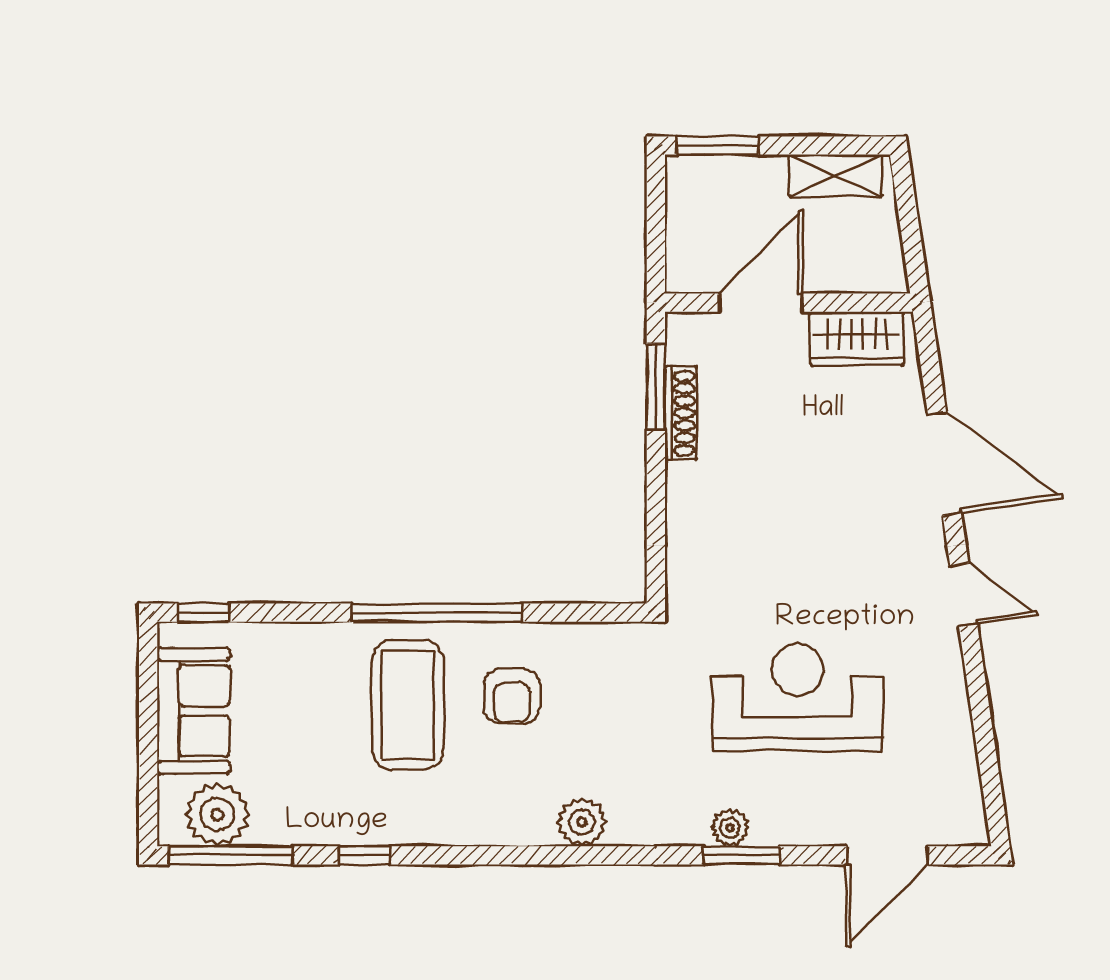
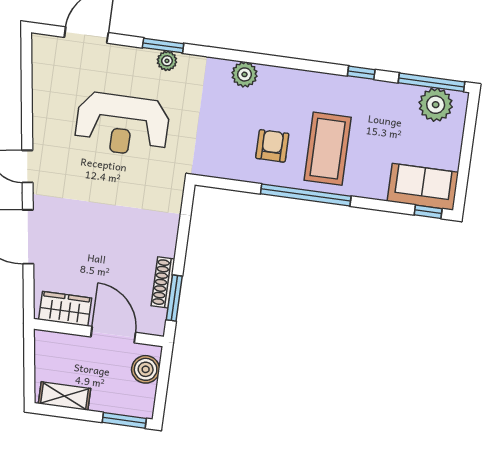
boiler: (691, 246) -> (146, 369), added
door: (760, 303) -> (113, 335), swing flipped
sofa: (194, 711) -> (423, 187), moved, turned 90

